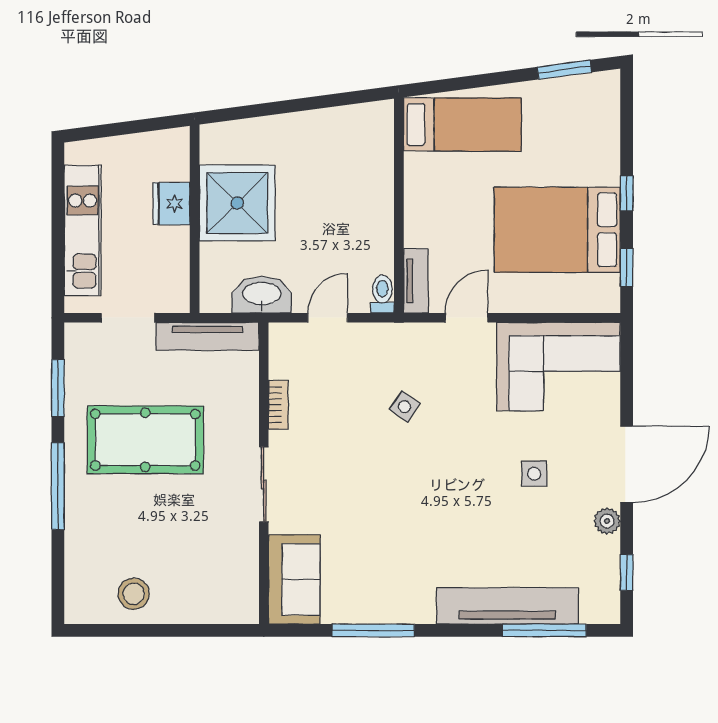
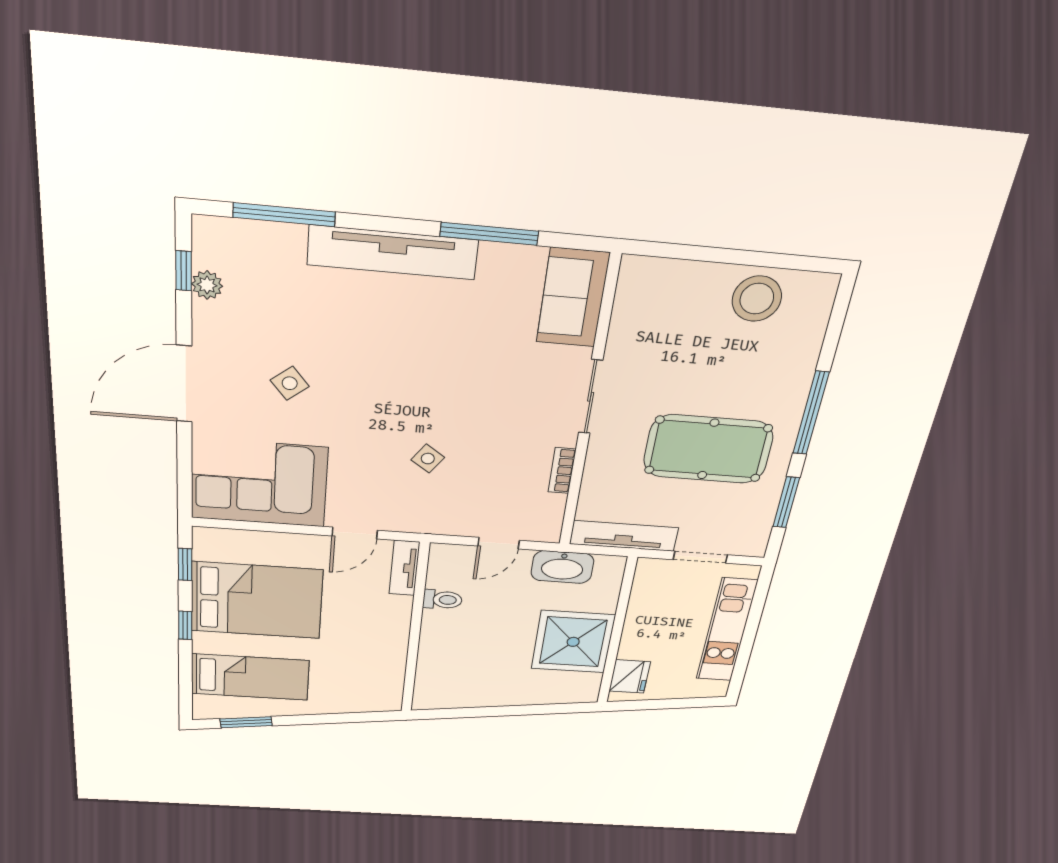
bed: (462, 124) -> (250, 677), moved, turned 180
fridge: (172, 204) -> (630, 676), moved
toilet: (382, 294) -> (442, 600), moved, turned -90
side table: (534, 474) -> (290, 383), turned -38
plant: (607, 521) -> (207, 285), moved
stool: (134, 594) -> (757, 299), width x1.38, depth x1.38
tv unit: (507, 606) -> (393, 252), moved

